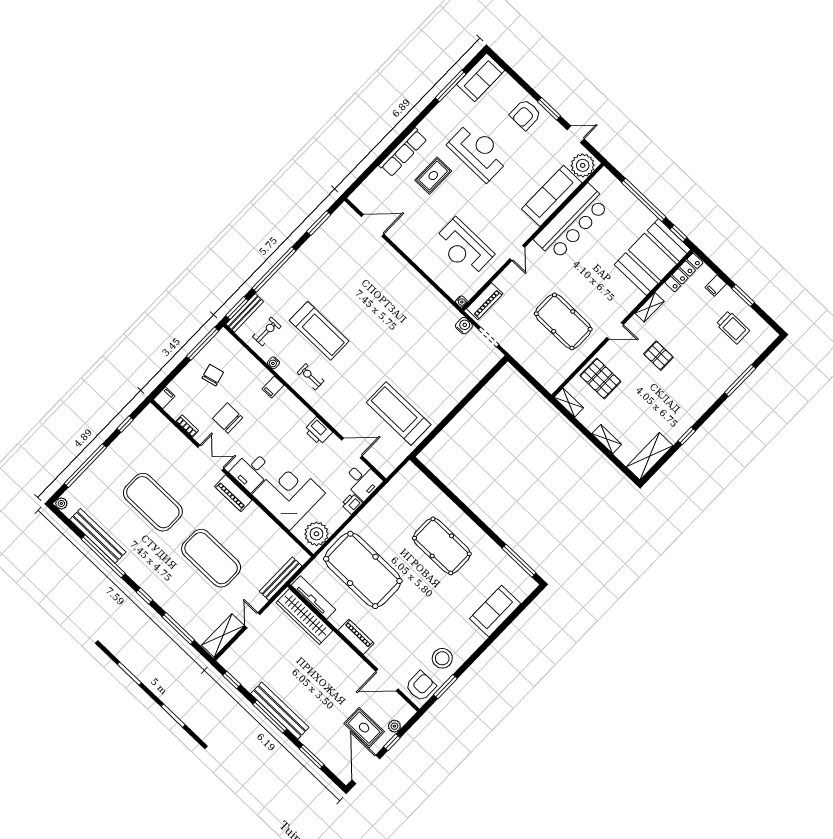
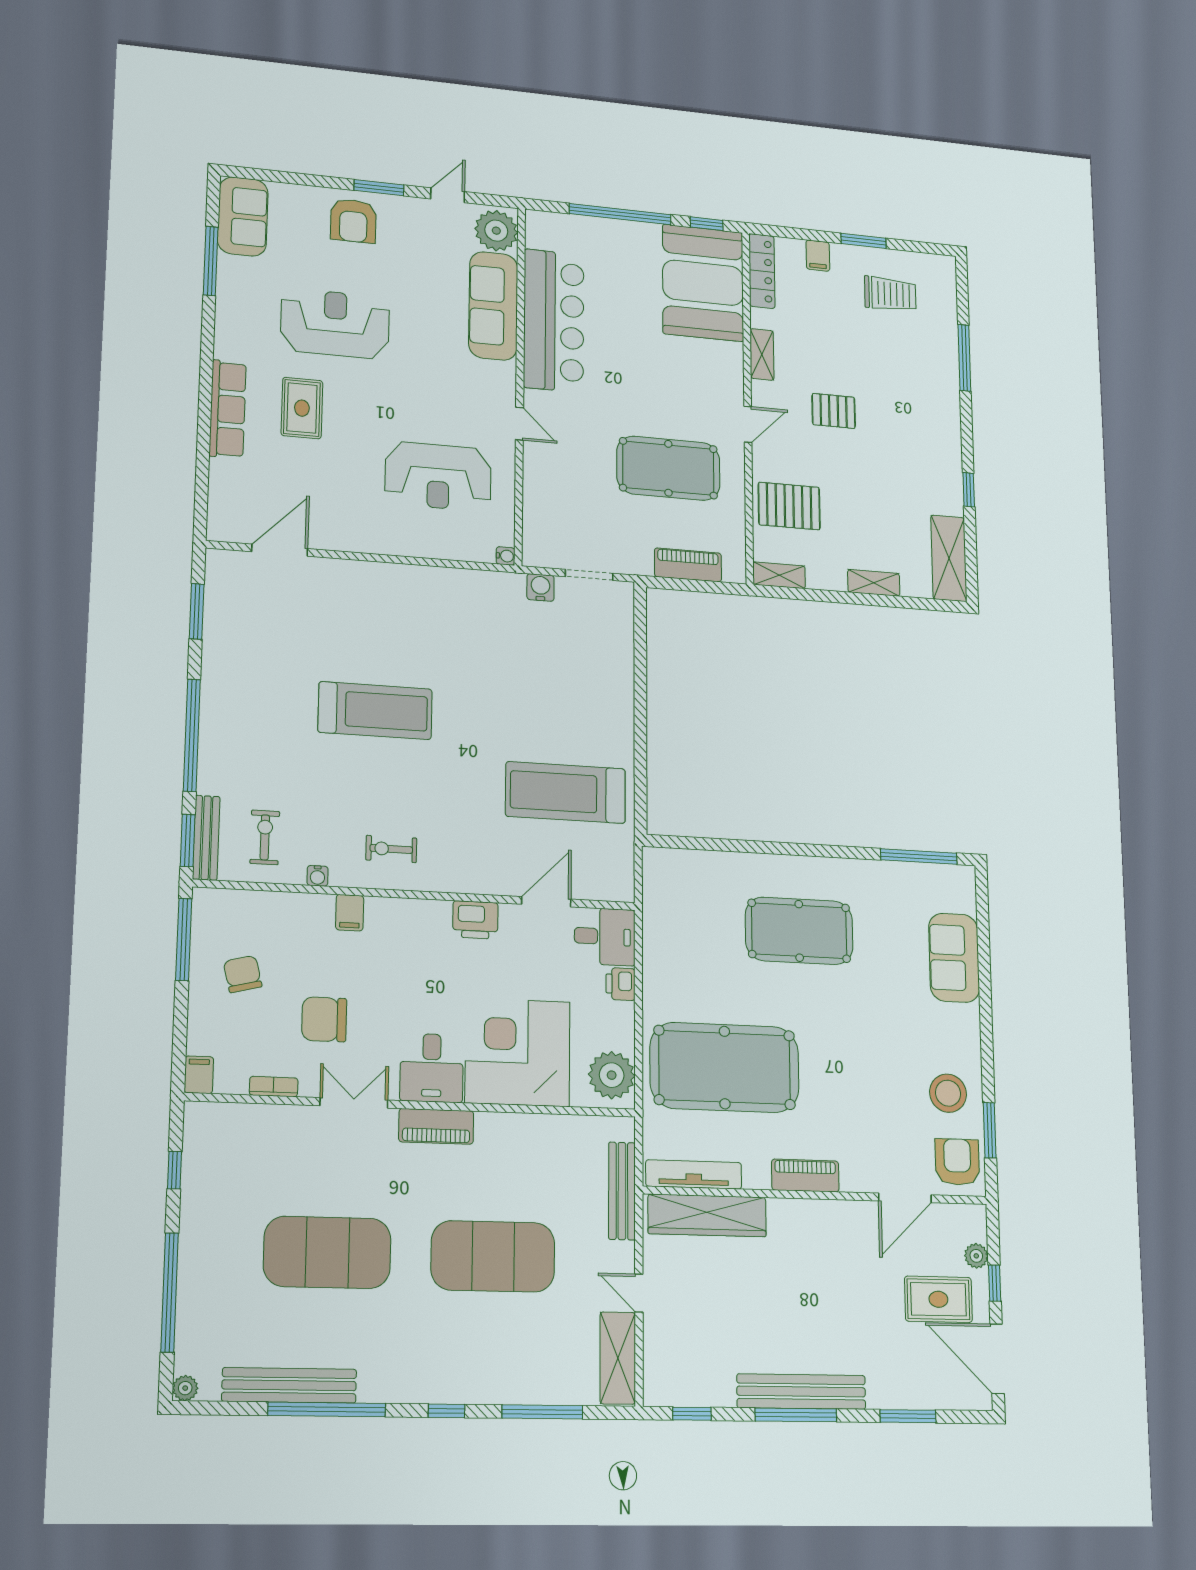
piano: (485, 301) -> (688, 565), moved, turned -90
treadmill: (319, 331) -> (375, 711), moved

